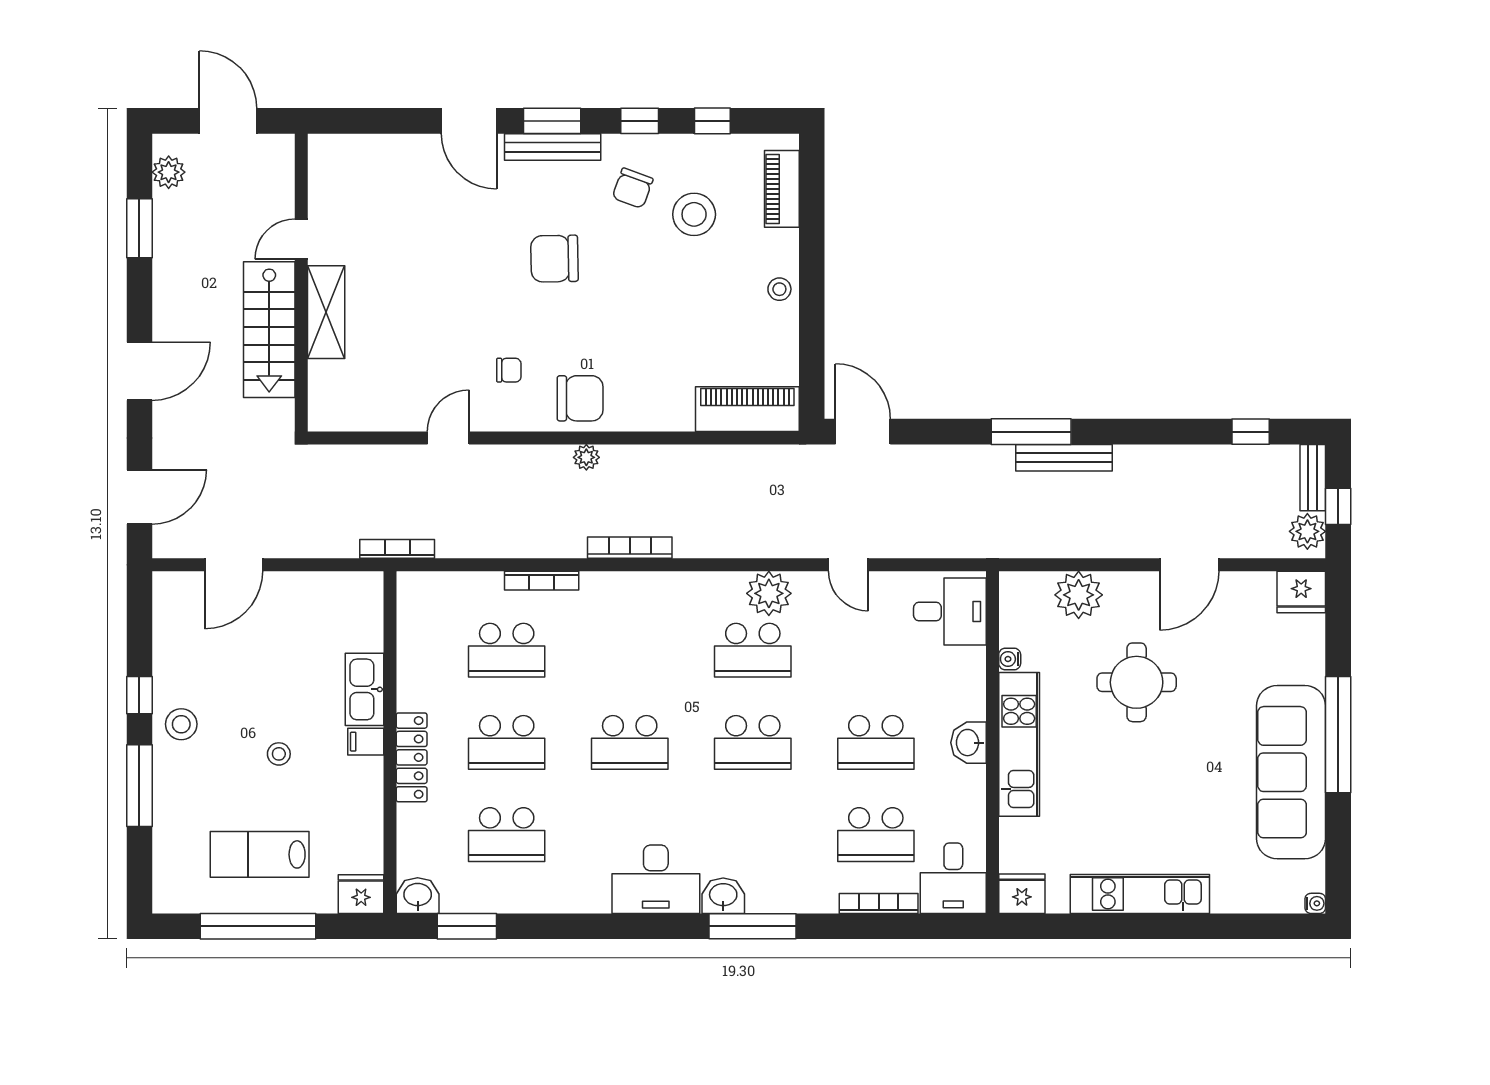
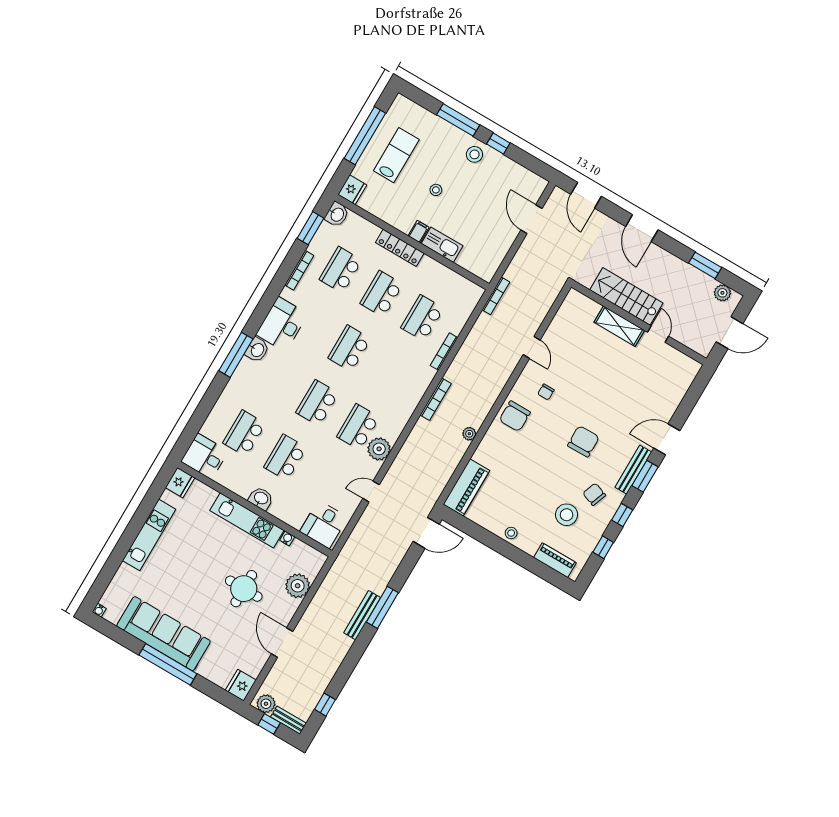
plant: (586, 457) -> (469, 434), moved
bookcase: (879, 904) -> (299, 270), moved

